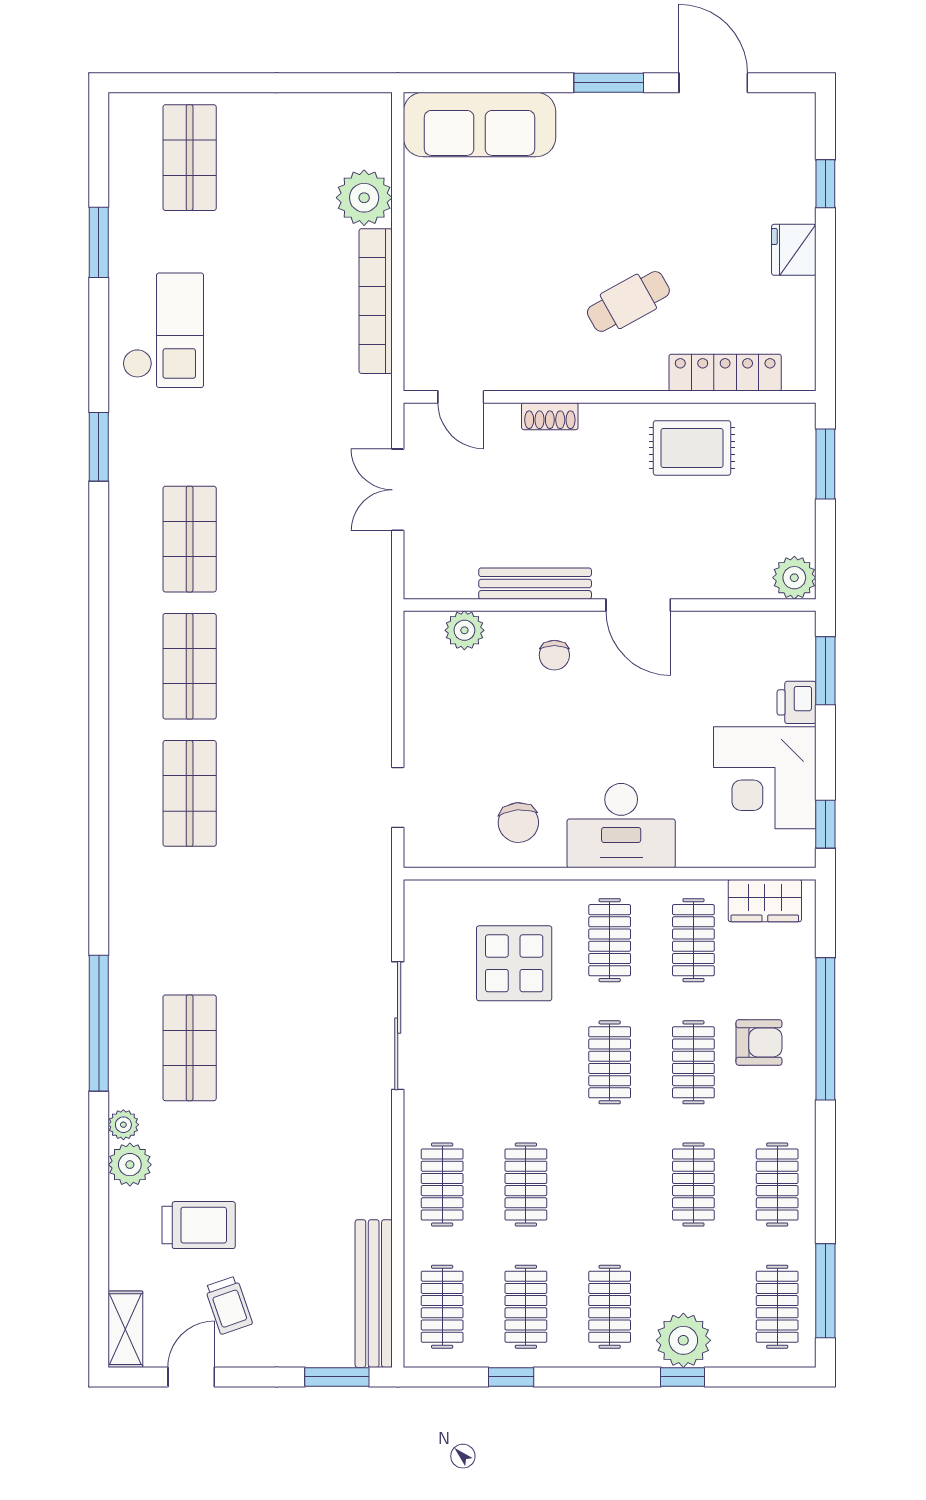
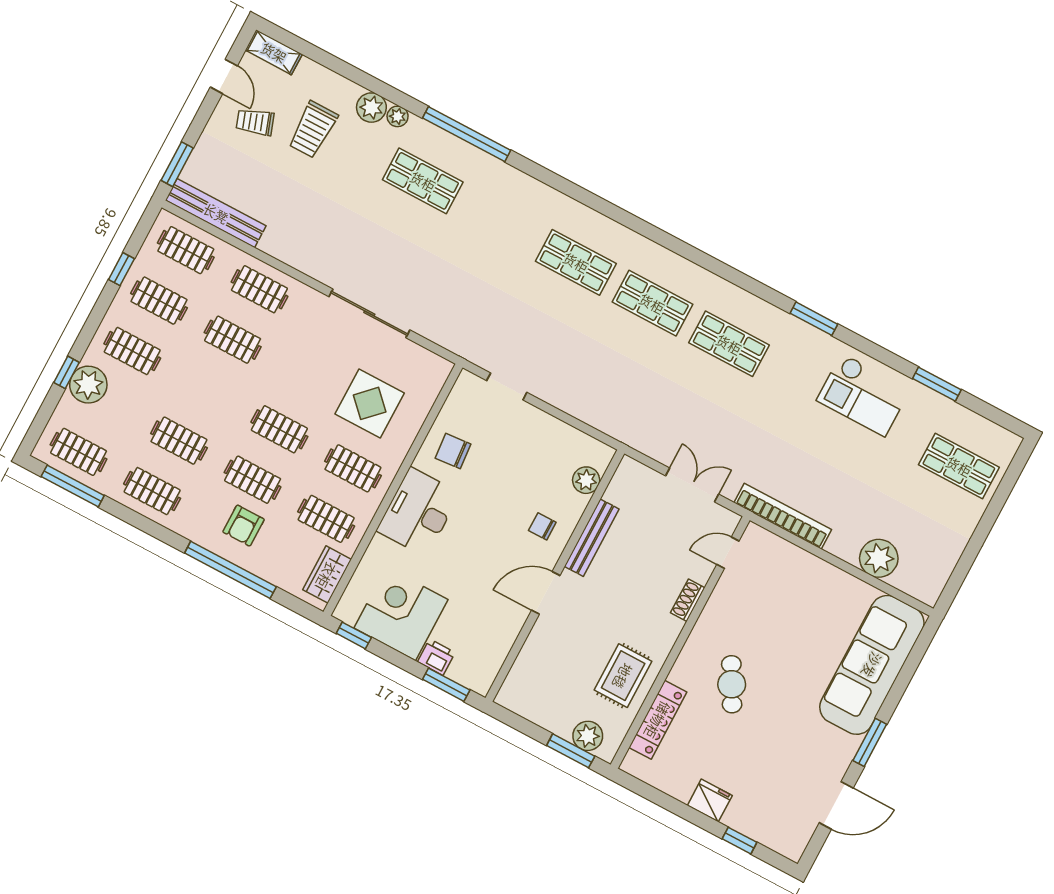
sofa: (479, 125) -> (872, 665), width x1.36, depth x1.27
bookcase: (376, 301) -> (783, 516), moved
plant: (794, 578) -> (588, 736), moved

